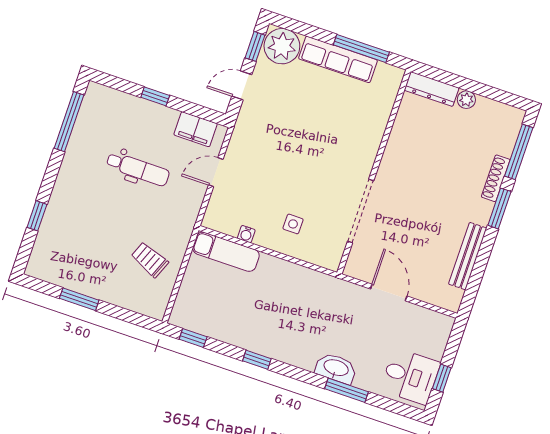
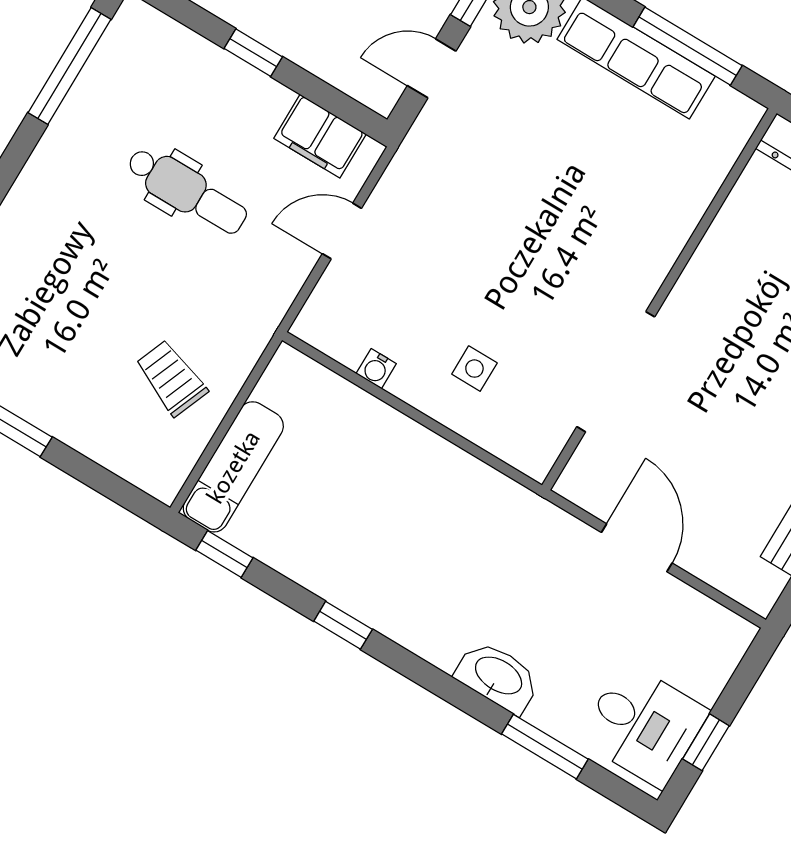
exam couch: (226, 252) -> (233, 467), moved, turned -90
window: (347, 390) -> (545, 747), moved

